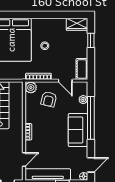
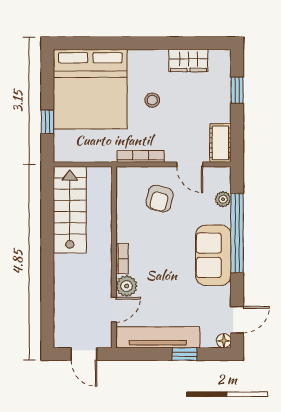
wardrobe: (77, 24) -> (188, 61), moved
plant: (31, 87) -> (127, 286), moved

